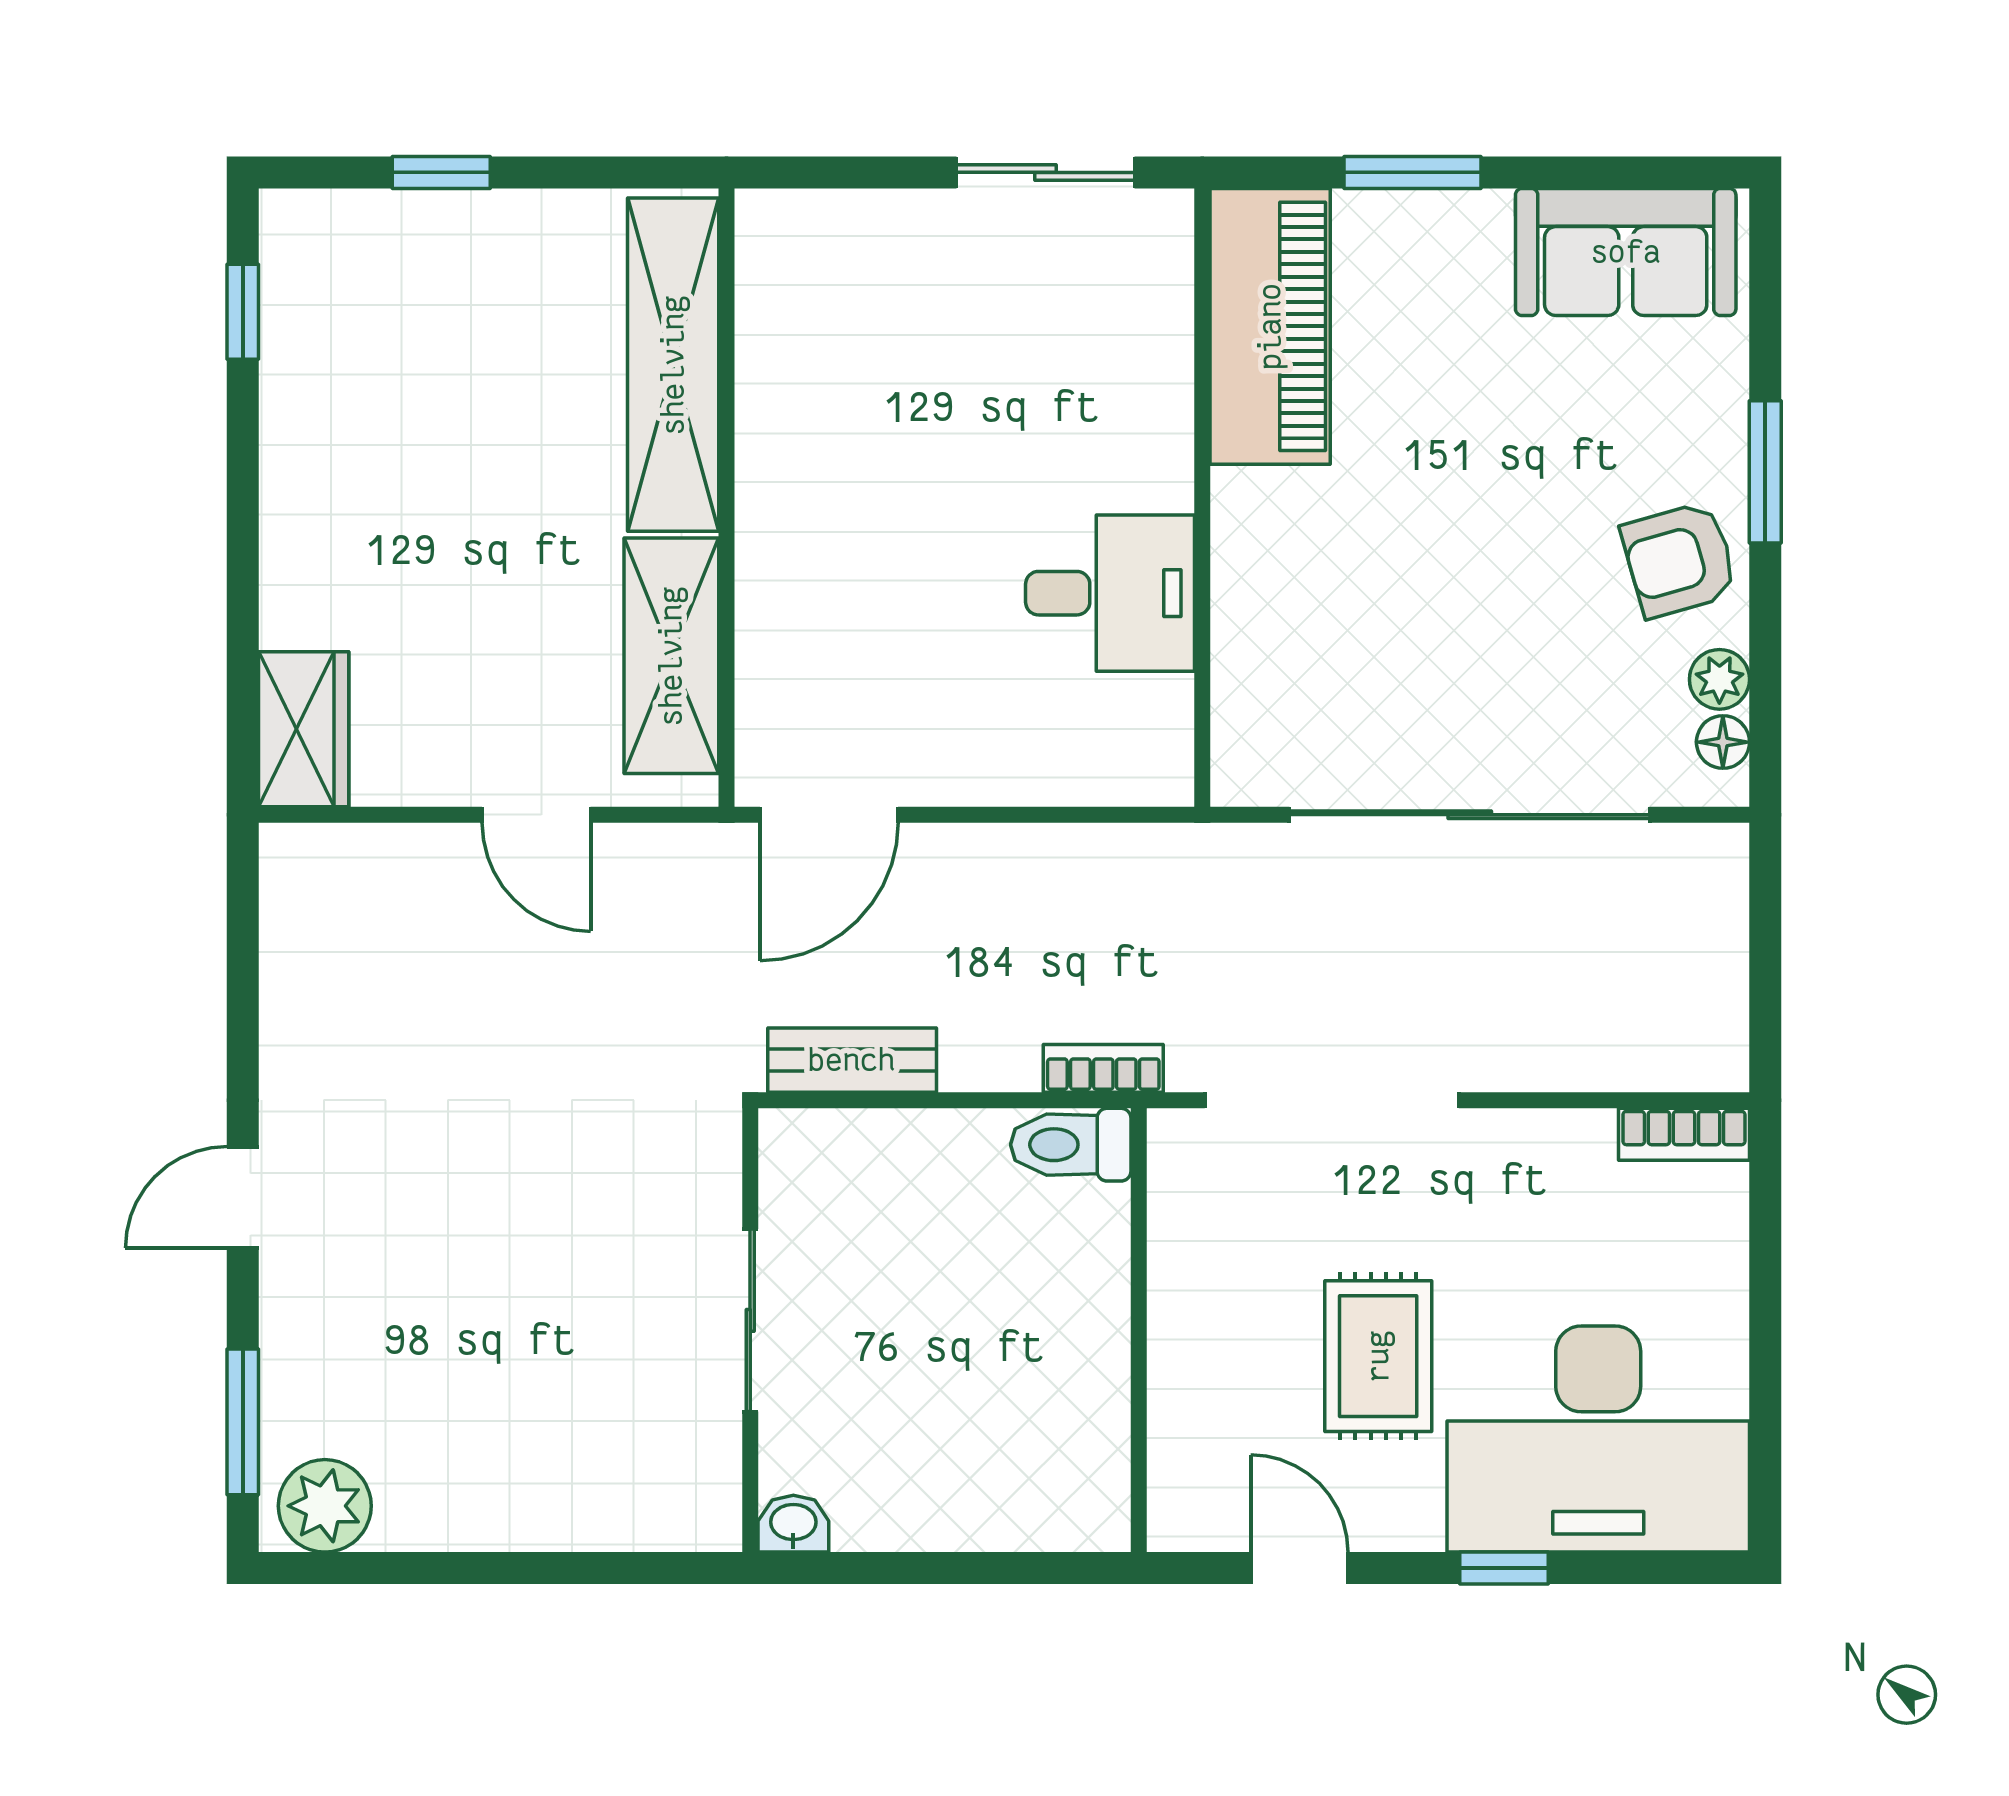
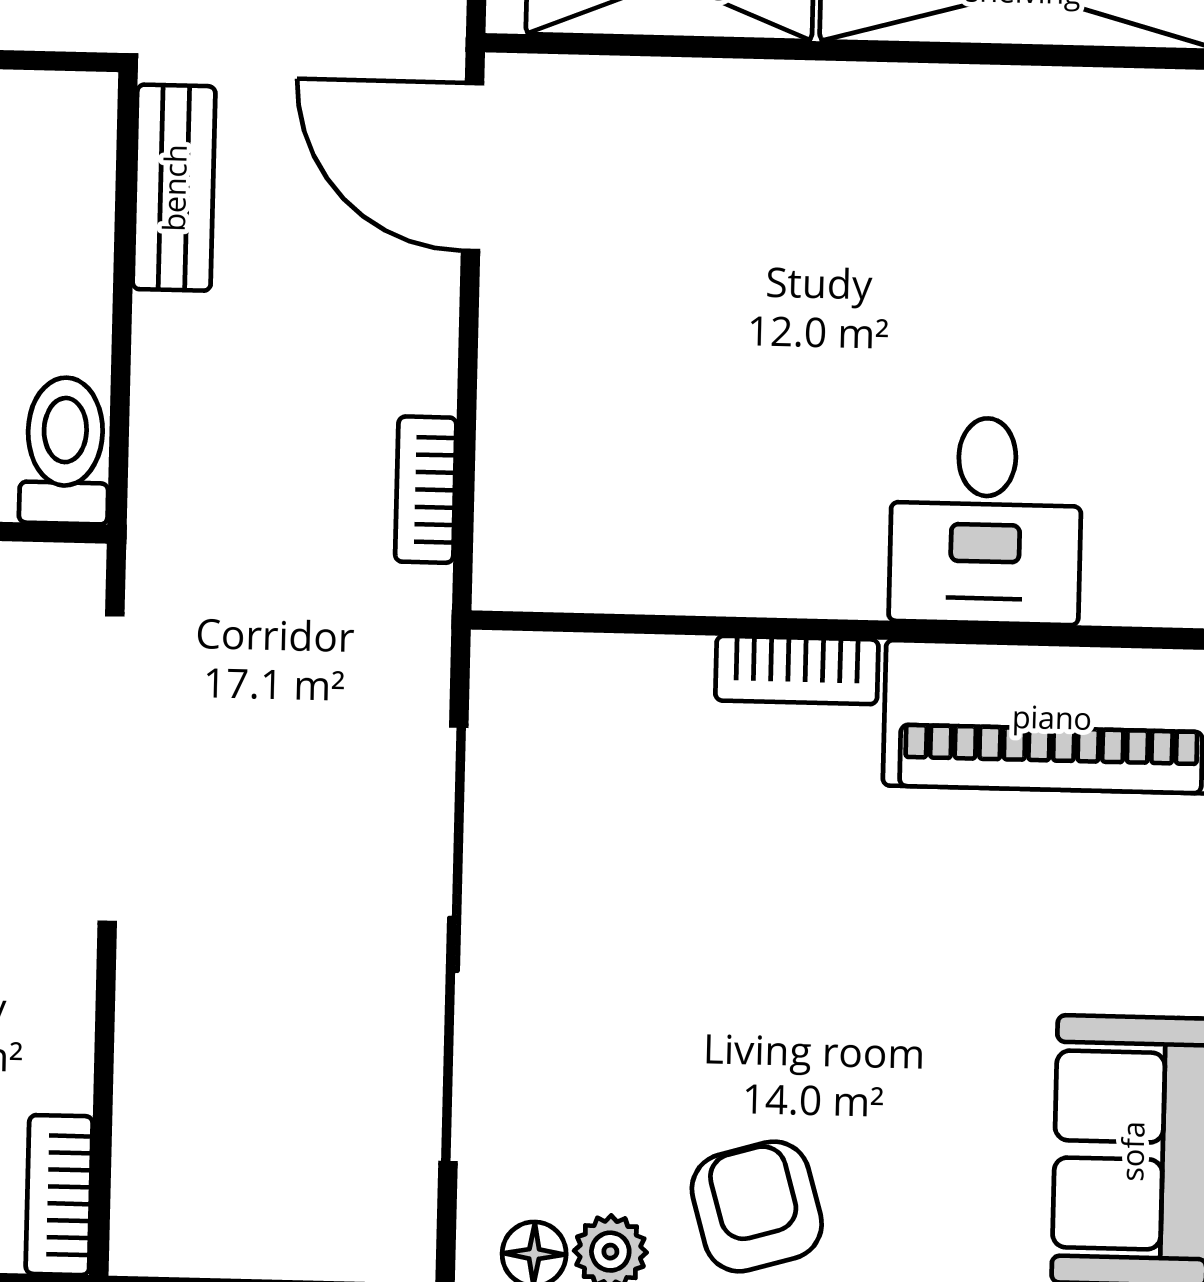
bookcase: (1237, 537) -> (797, 670), added
desk: (1110, 593) -> (986, 521), moved
bookcase: (1103, 1068) -> (426, 490), moved, turned 180

